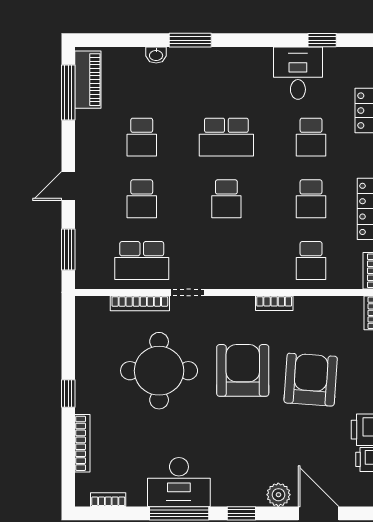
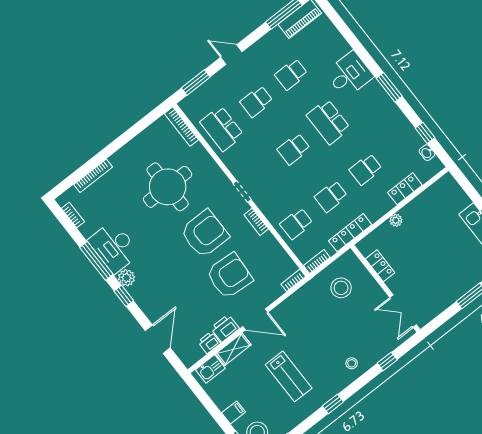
window: (190, 40) -> (389, 87), moved
washbasin: (156, 55) -> (427, 153), moved
desk: (298, 73) -> (349, 75), moved
doorway: (188, 292) -> (242, 191), moved
bookcase: (140, 303) -> (181, 127), moved
window: (68, 393) -> (115, 146), removed
plant: (278, 495) -> (126, 278), moved

